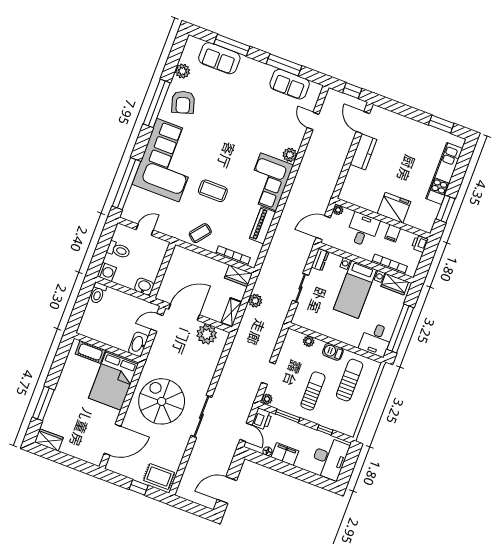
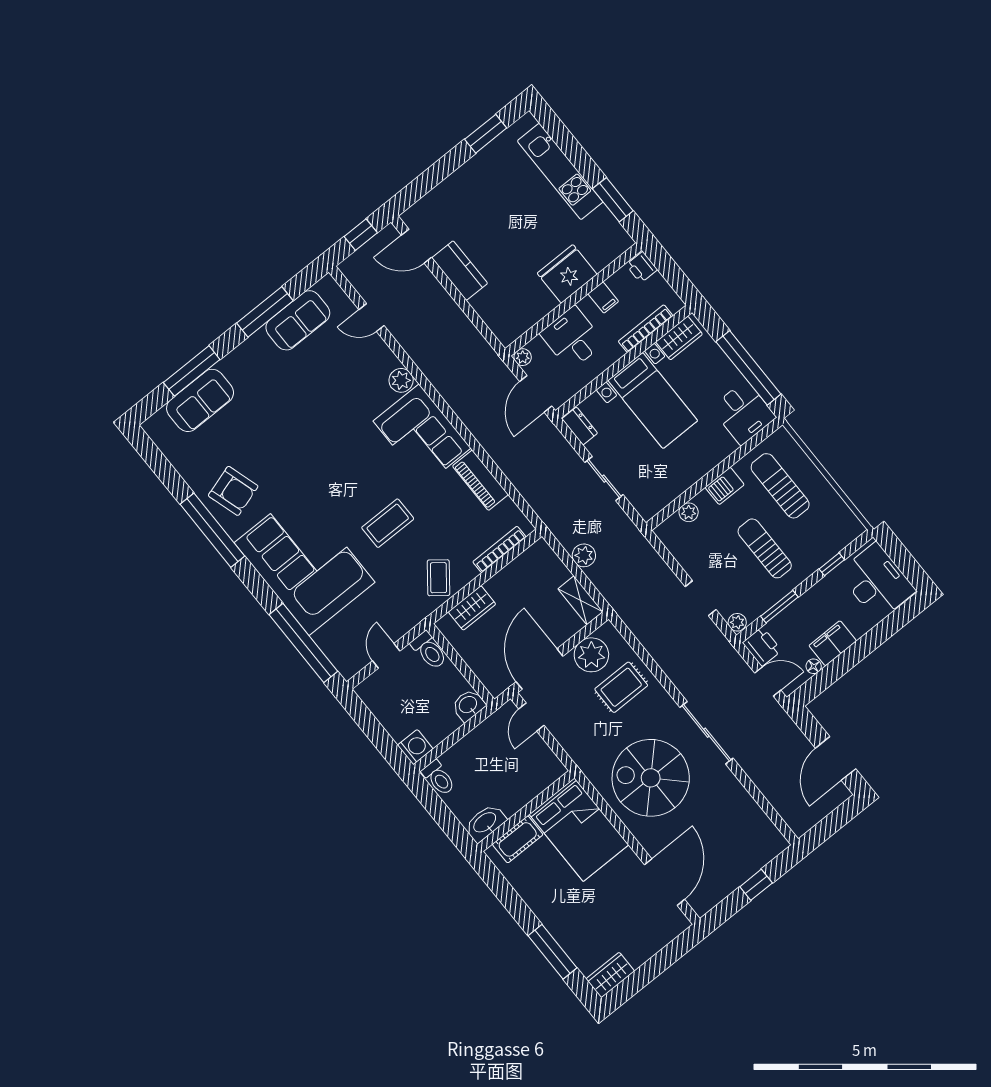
plant: (182, 71) -> (187, 465), removed
toilet: (119, 250) -> (429, 650), moved, turned 90
wardrobe: (238, 276) -> (472, 608), moved
washbasin: (138, 344) -> (485, 823), moved, turned 90
rug: (159, 477) -> (621, 687), moved

